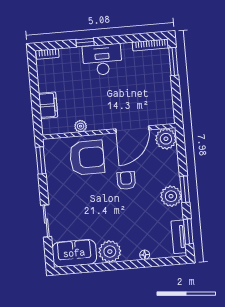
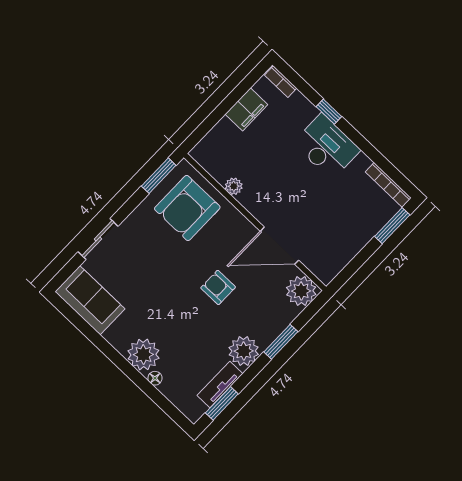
filing cabinet: (48, 105) -> (246, 109), moved
armchair: (87, 158) -> (187, 208), moved, turned 90
armchair: (126, 180) -> (218, 287), turned -90
window: (185, 189) -> (281, 342), moved
tv unit: (179, 237) -> (220, 385), moved
plant: (110, 252) -> (143, 355), moved

